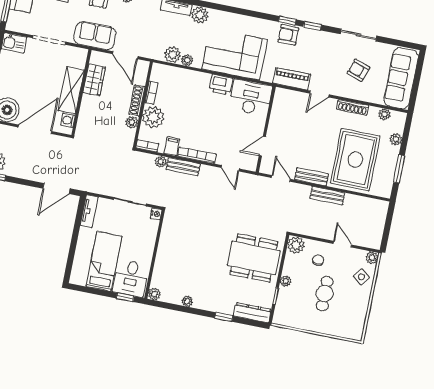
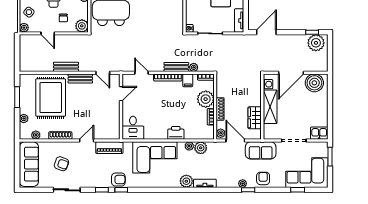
printer: (221, 85) -> (176, 133), moved
desk: (250, 97) -> (133, 128), width x0.73
plant: (132, 122) -> (221, 133), moved

